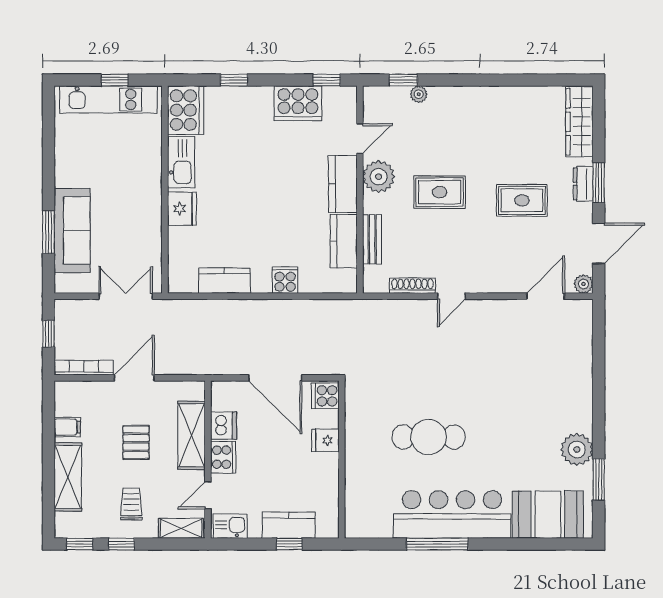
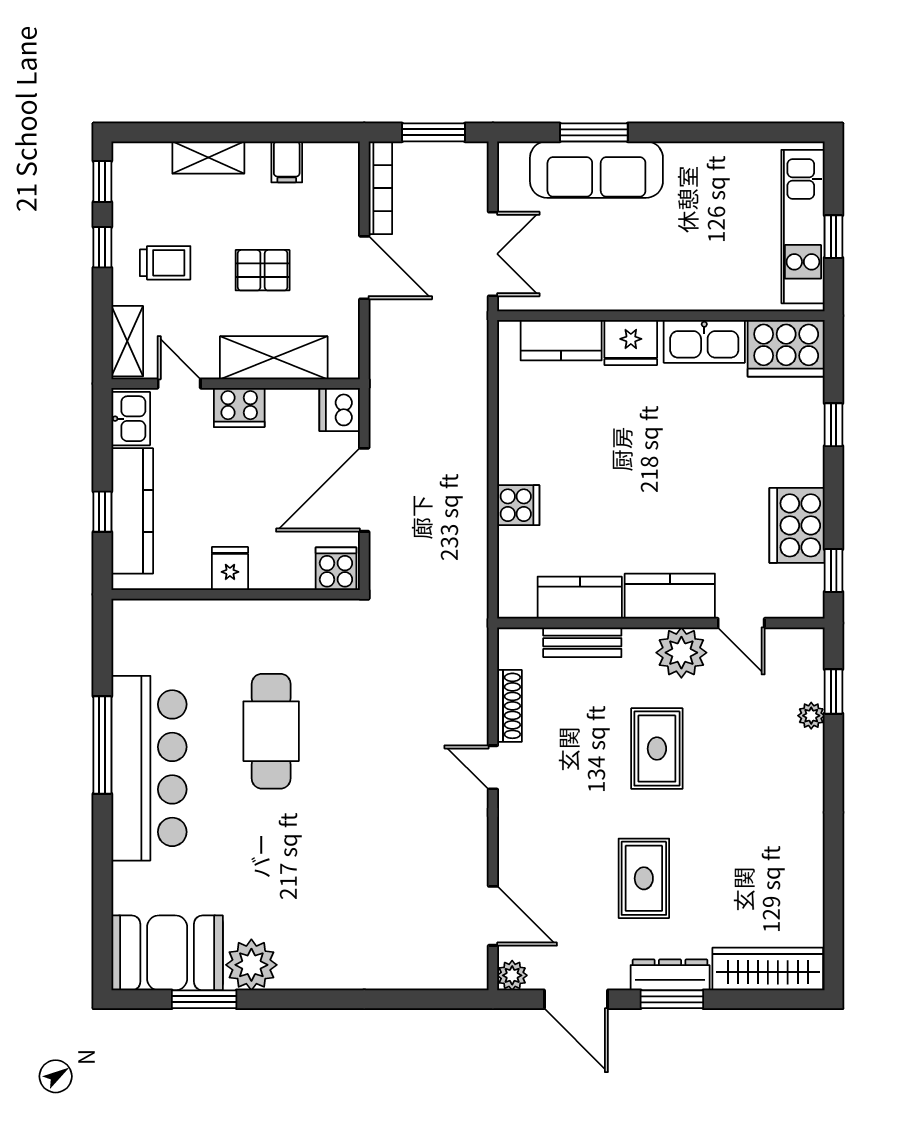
dresser: (583, 184) -> (670, 975), width x1.44
kitchen counter: (224, 281) -> (561, 340), moved, turned 90
window: (48, 334) -> (433, 132), width x1.50
dishwasher: (224, 426) -> (340, 410), moved, turned 90
fridge: (325, 440) -> (230, 568), moved
shelving: (68, 477) -> (208, 157), width x0.67, depth x0.75
booth: (548, 515) -> (167, 953), moved, turned 90
kitchen counter: (289, 525) -> (132, 511), width x1.50

